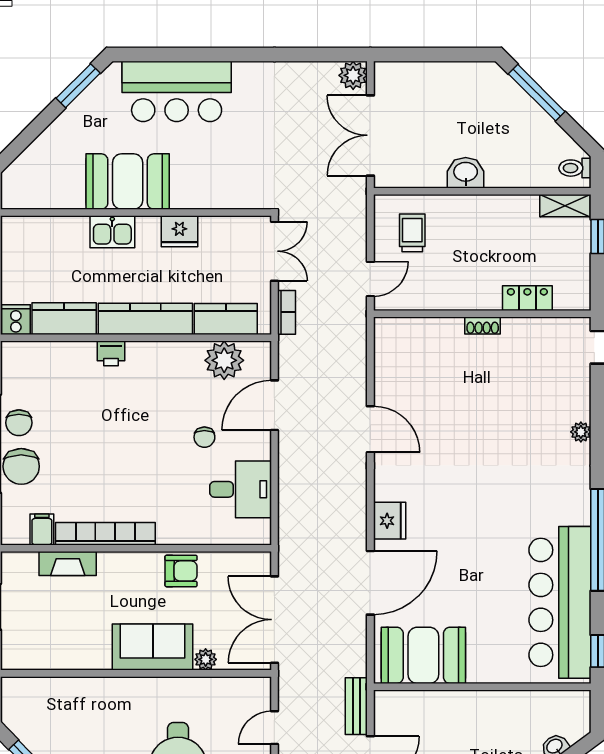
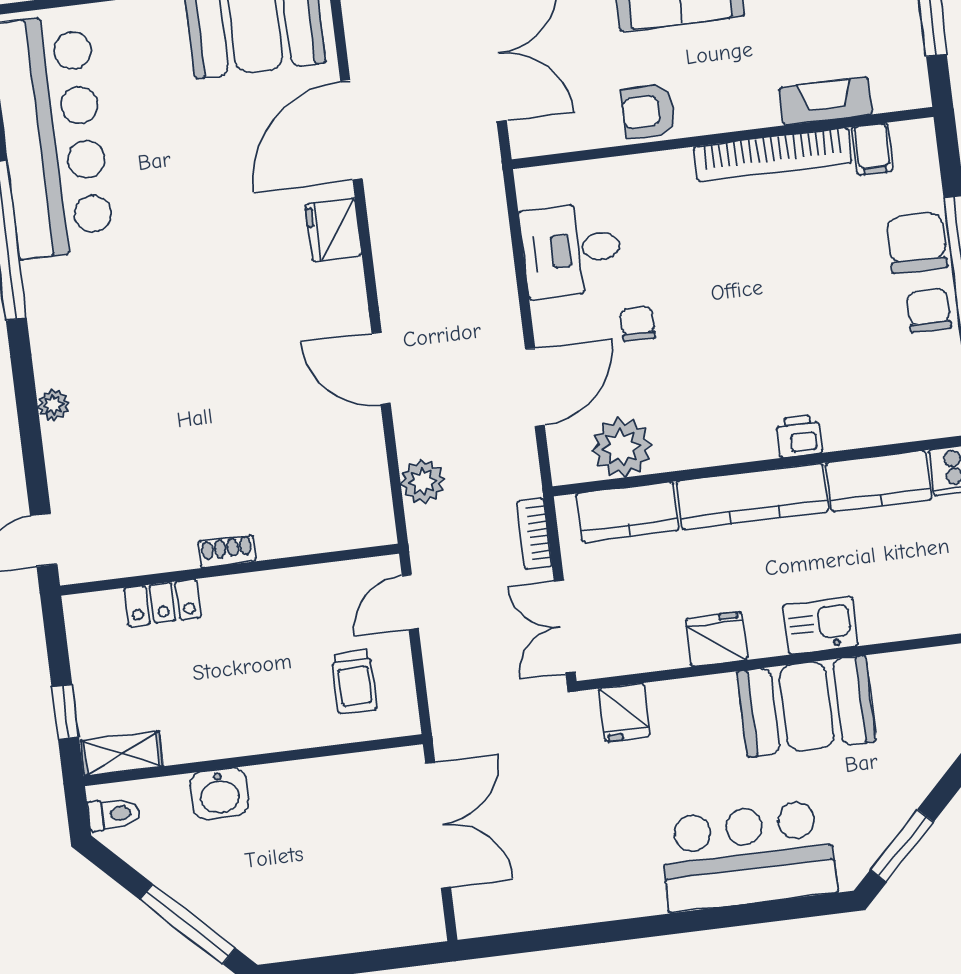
plant: (353, 75) -> (423, 482), moved
washbasin: (466, 173) -> (219, 794), moved
fridge: (243, 192) -> (624, 712), added

